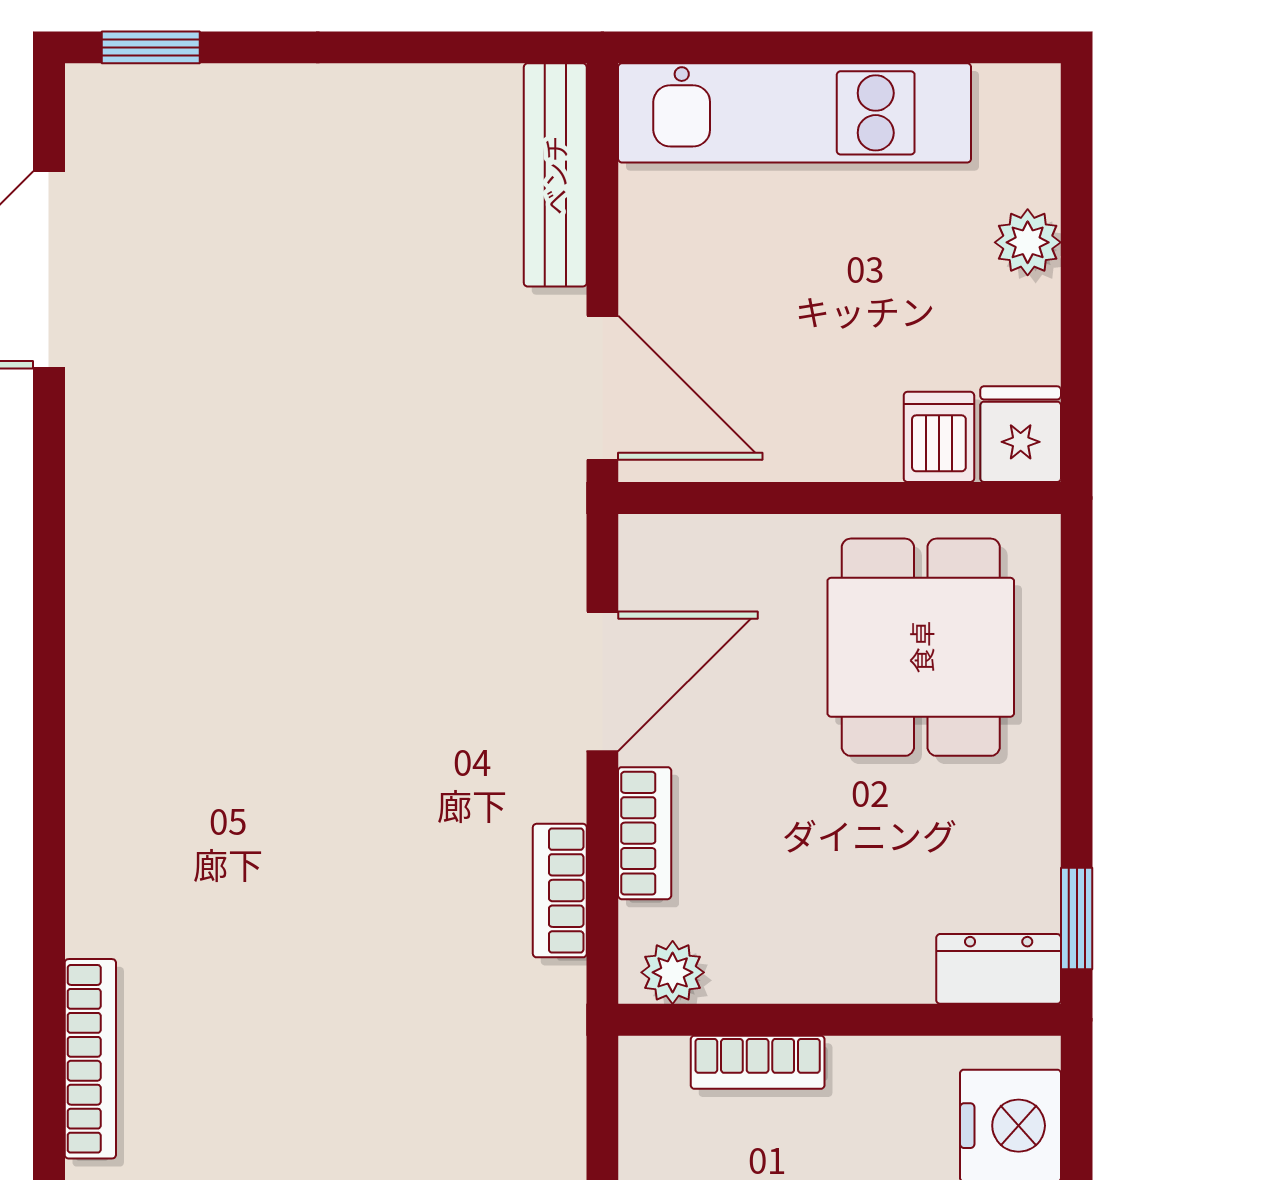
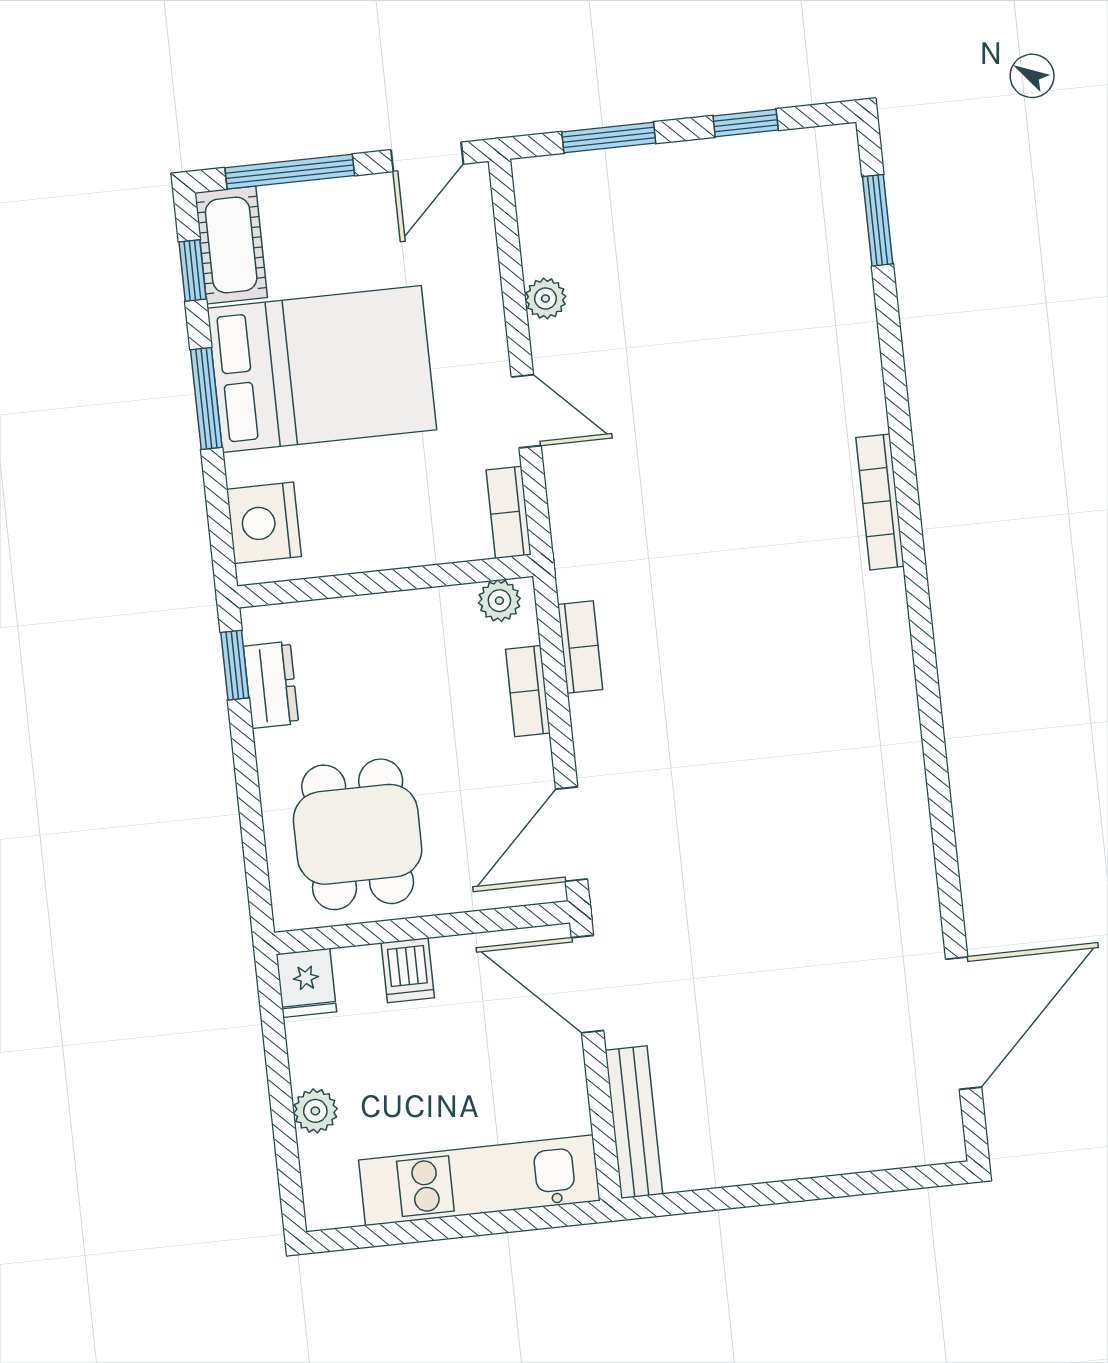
window: (151, 47) -> (912, 1178), removed
dishwasher: (939, 437) -> (408, 970), moved
door: (602, 681) -> (572, 834), moved
dresser: (999, 969) -> (271, 685), moved, turned -90
bookcase: (758, 1062) -> (509, 512), moved, turned -90

